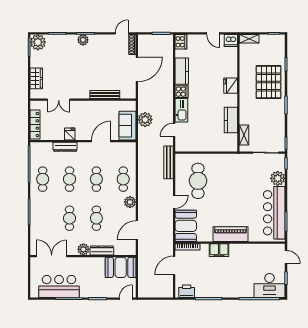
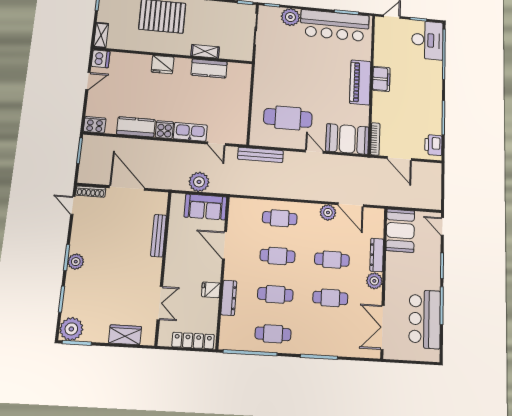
shelving: (244, 135) -> (205, 51), moved
plant: (130, 202) -> (328, 212), moved
filing cabinet: (219, 250) -> (381, 79), moved

